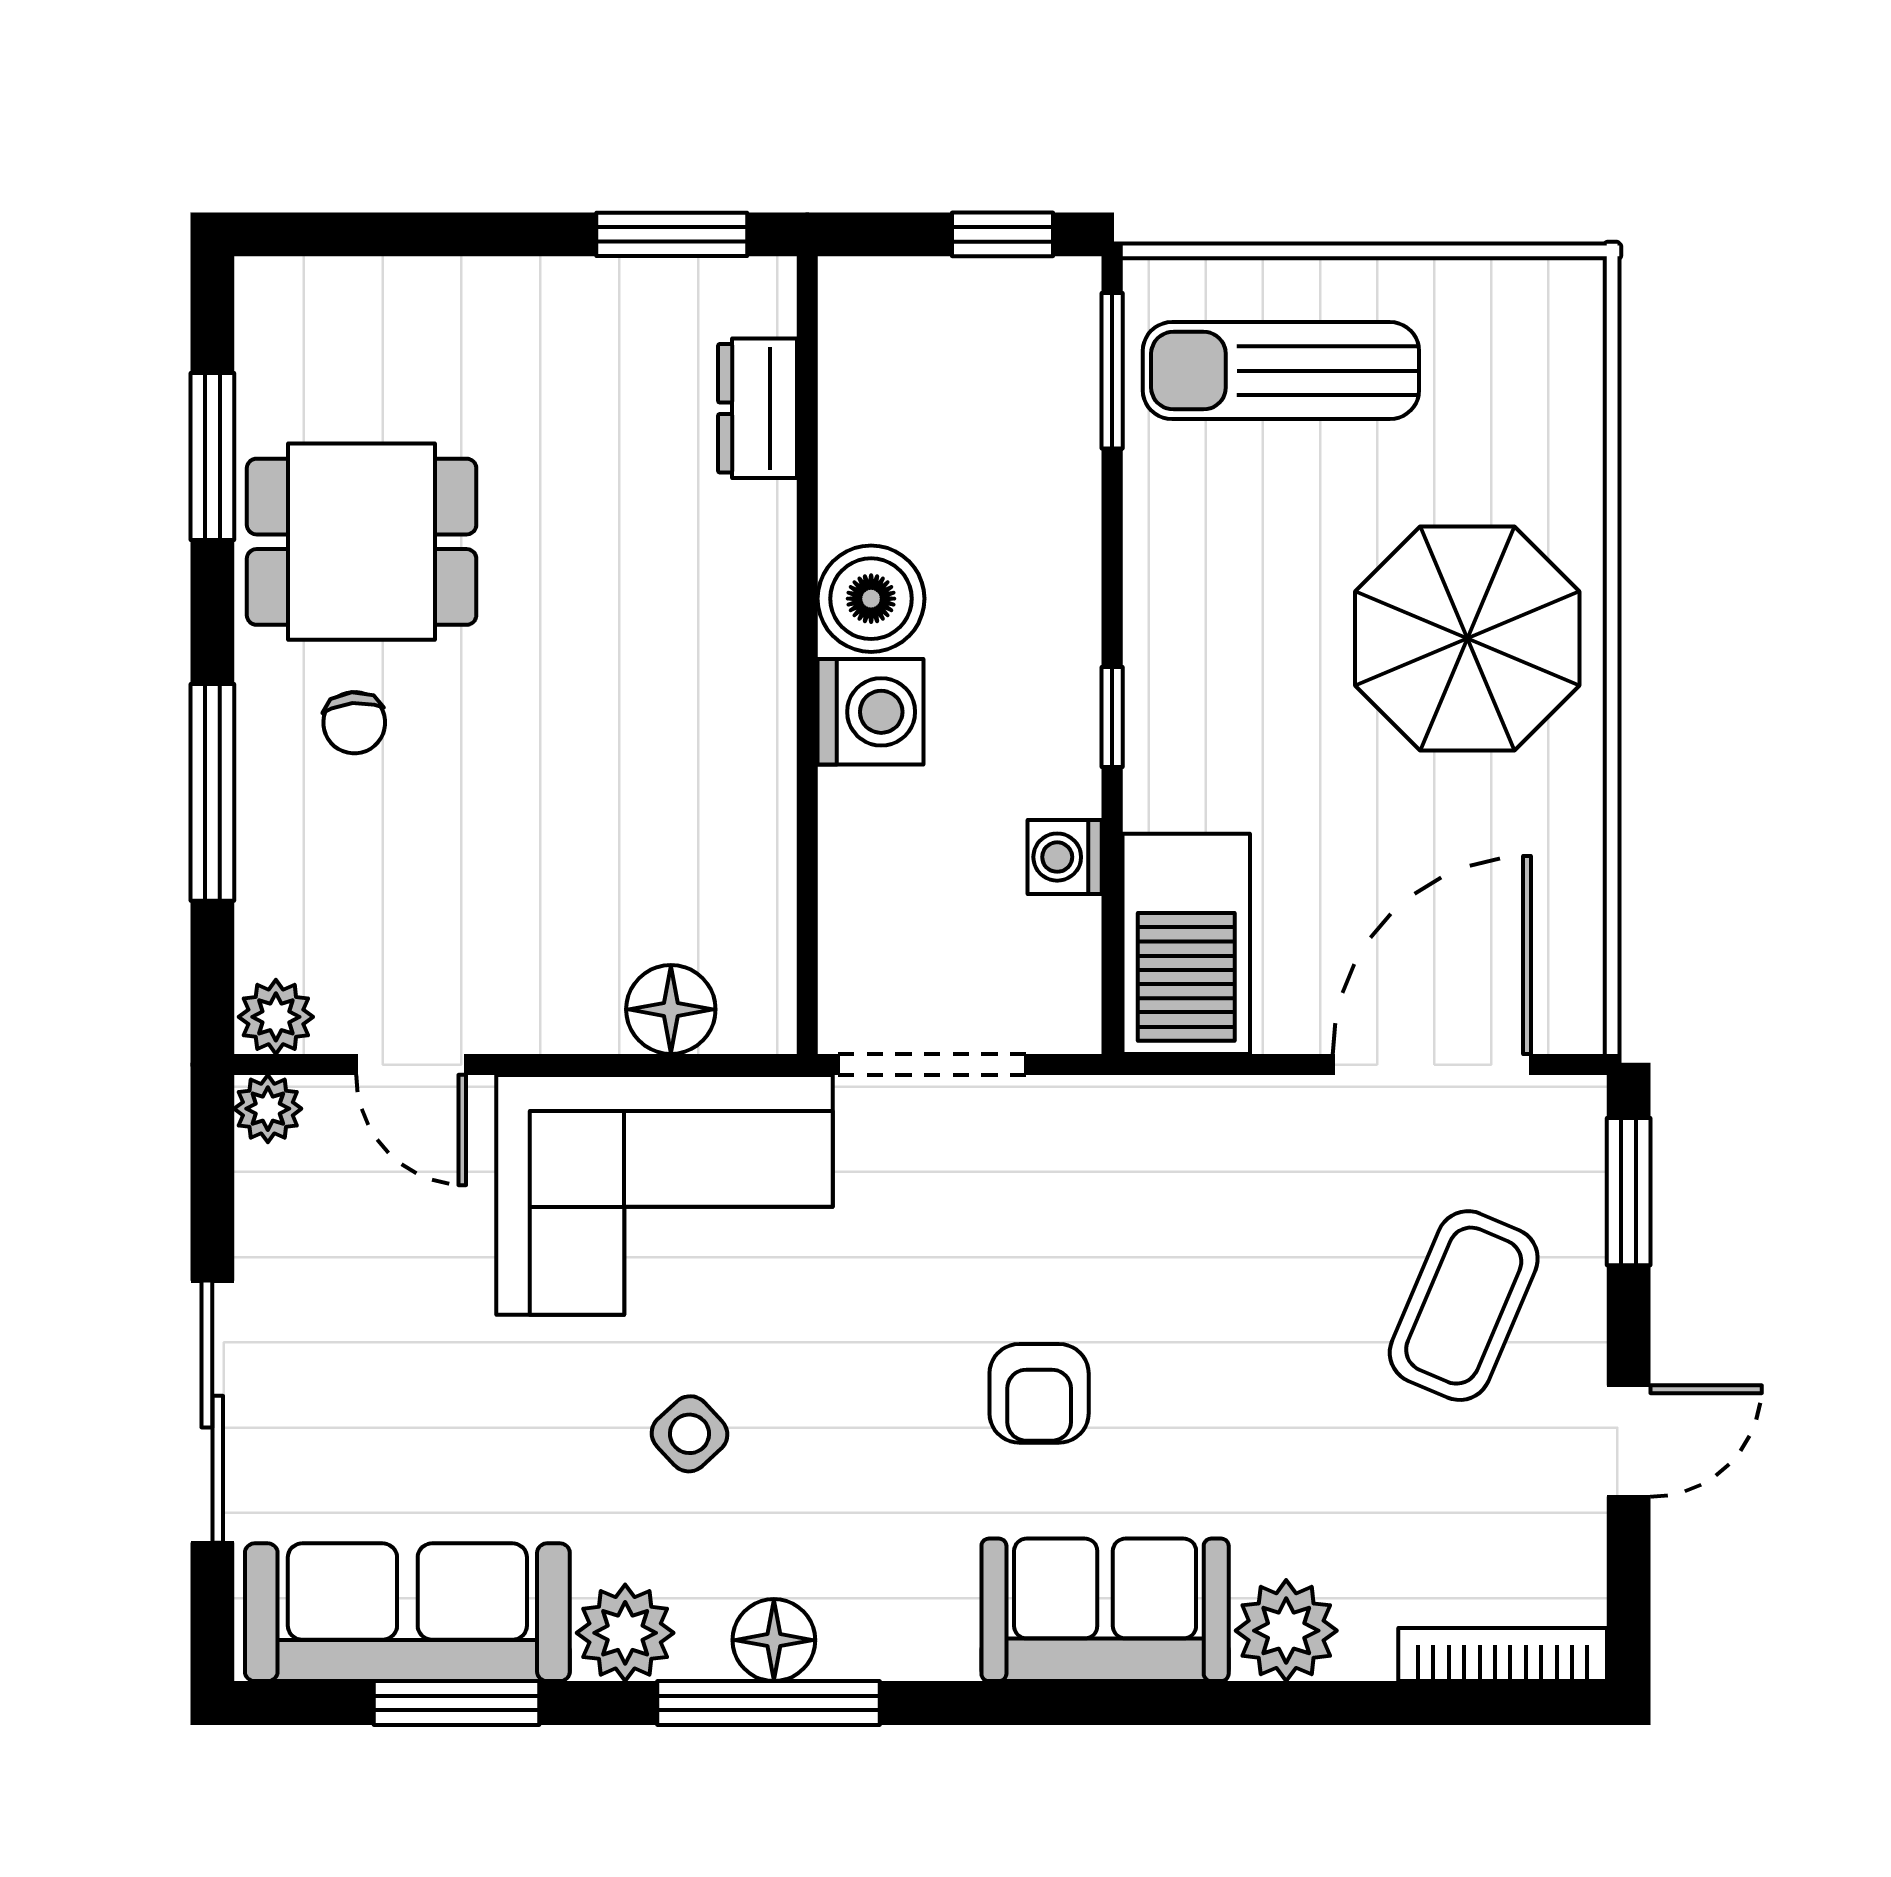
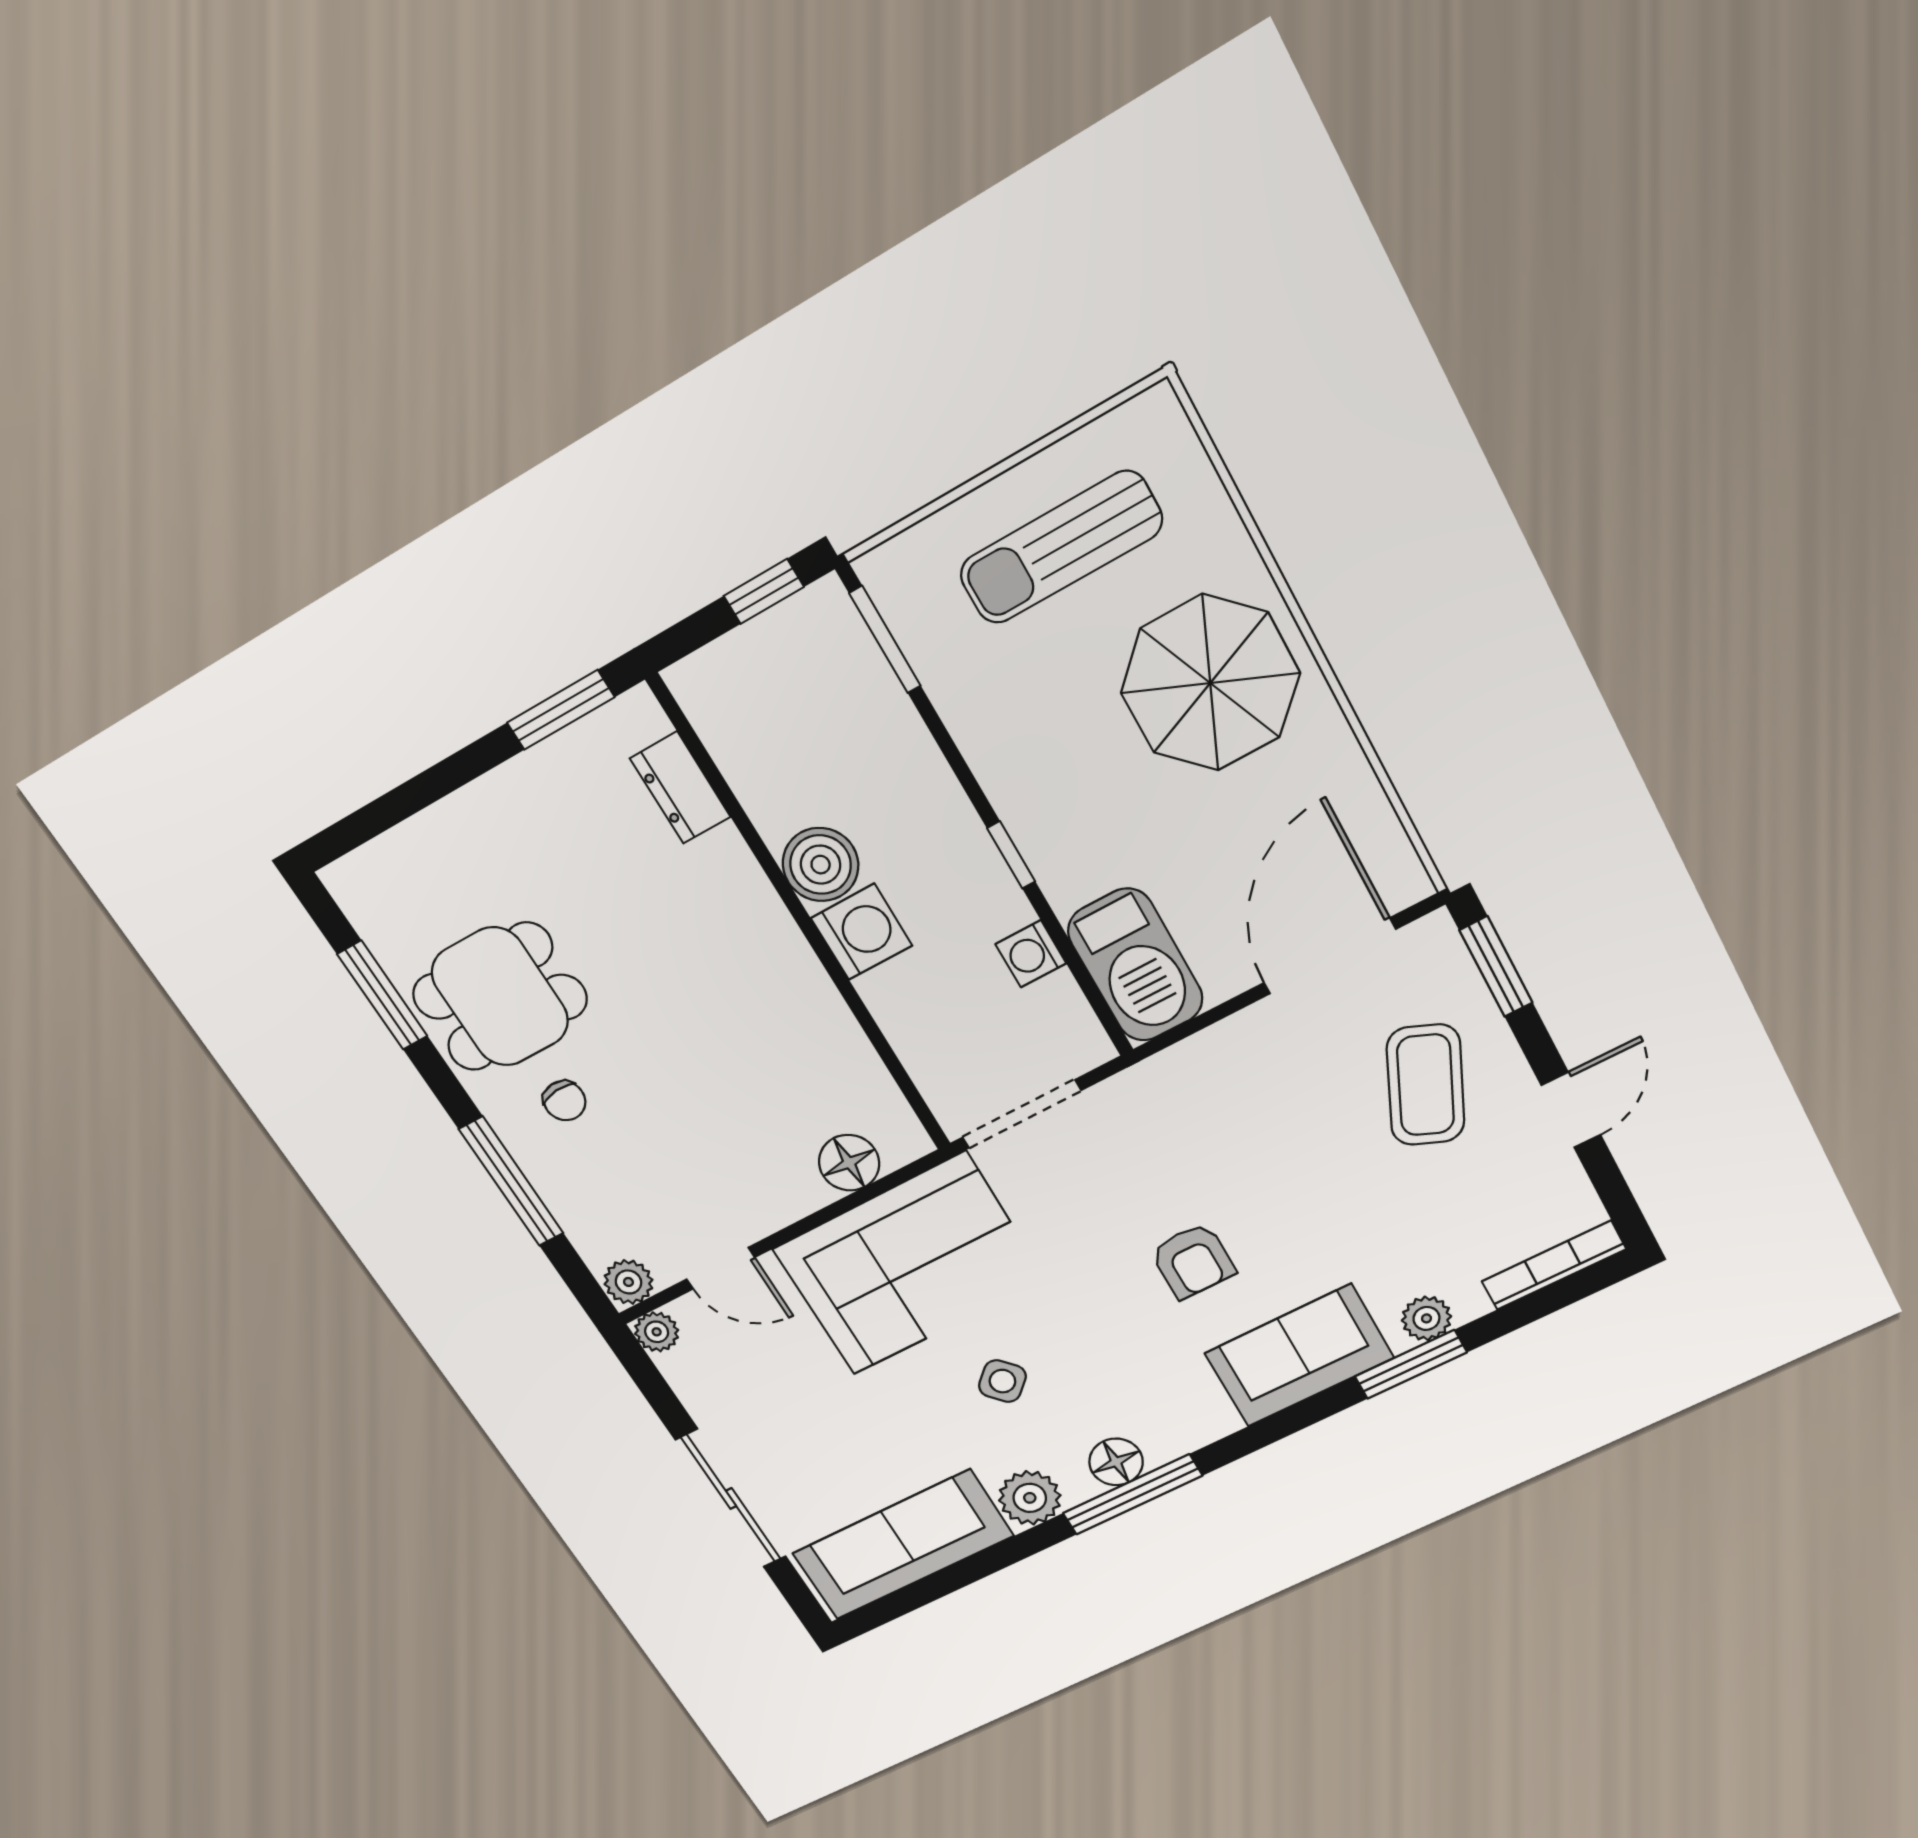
sun lounger: (1281, 371) -> (1061, 547), moved
plant: (1286, 1631) -> (1426, 1318), width x0.73, depth x0.73
window: (457, 1703) -> (1411, 1364), moved

